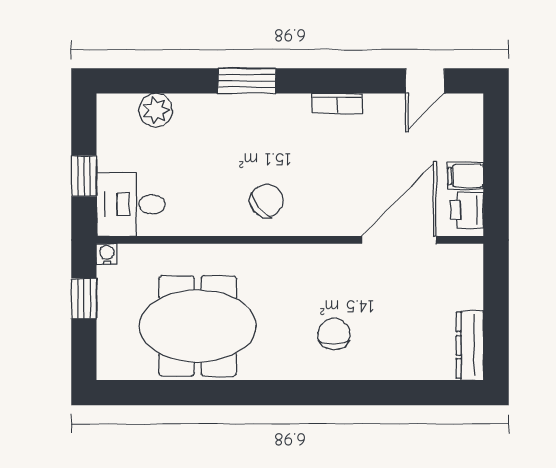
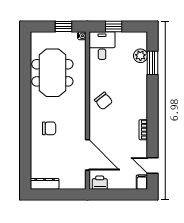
window: (247, 81) -> (152, 63), moved
filing cabinet: (466, 176) -> (142, 182), moved

